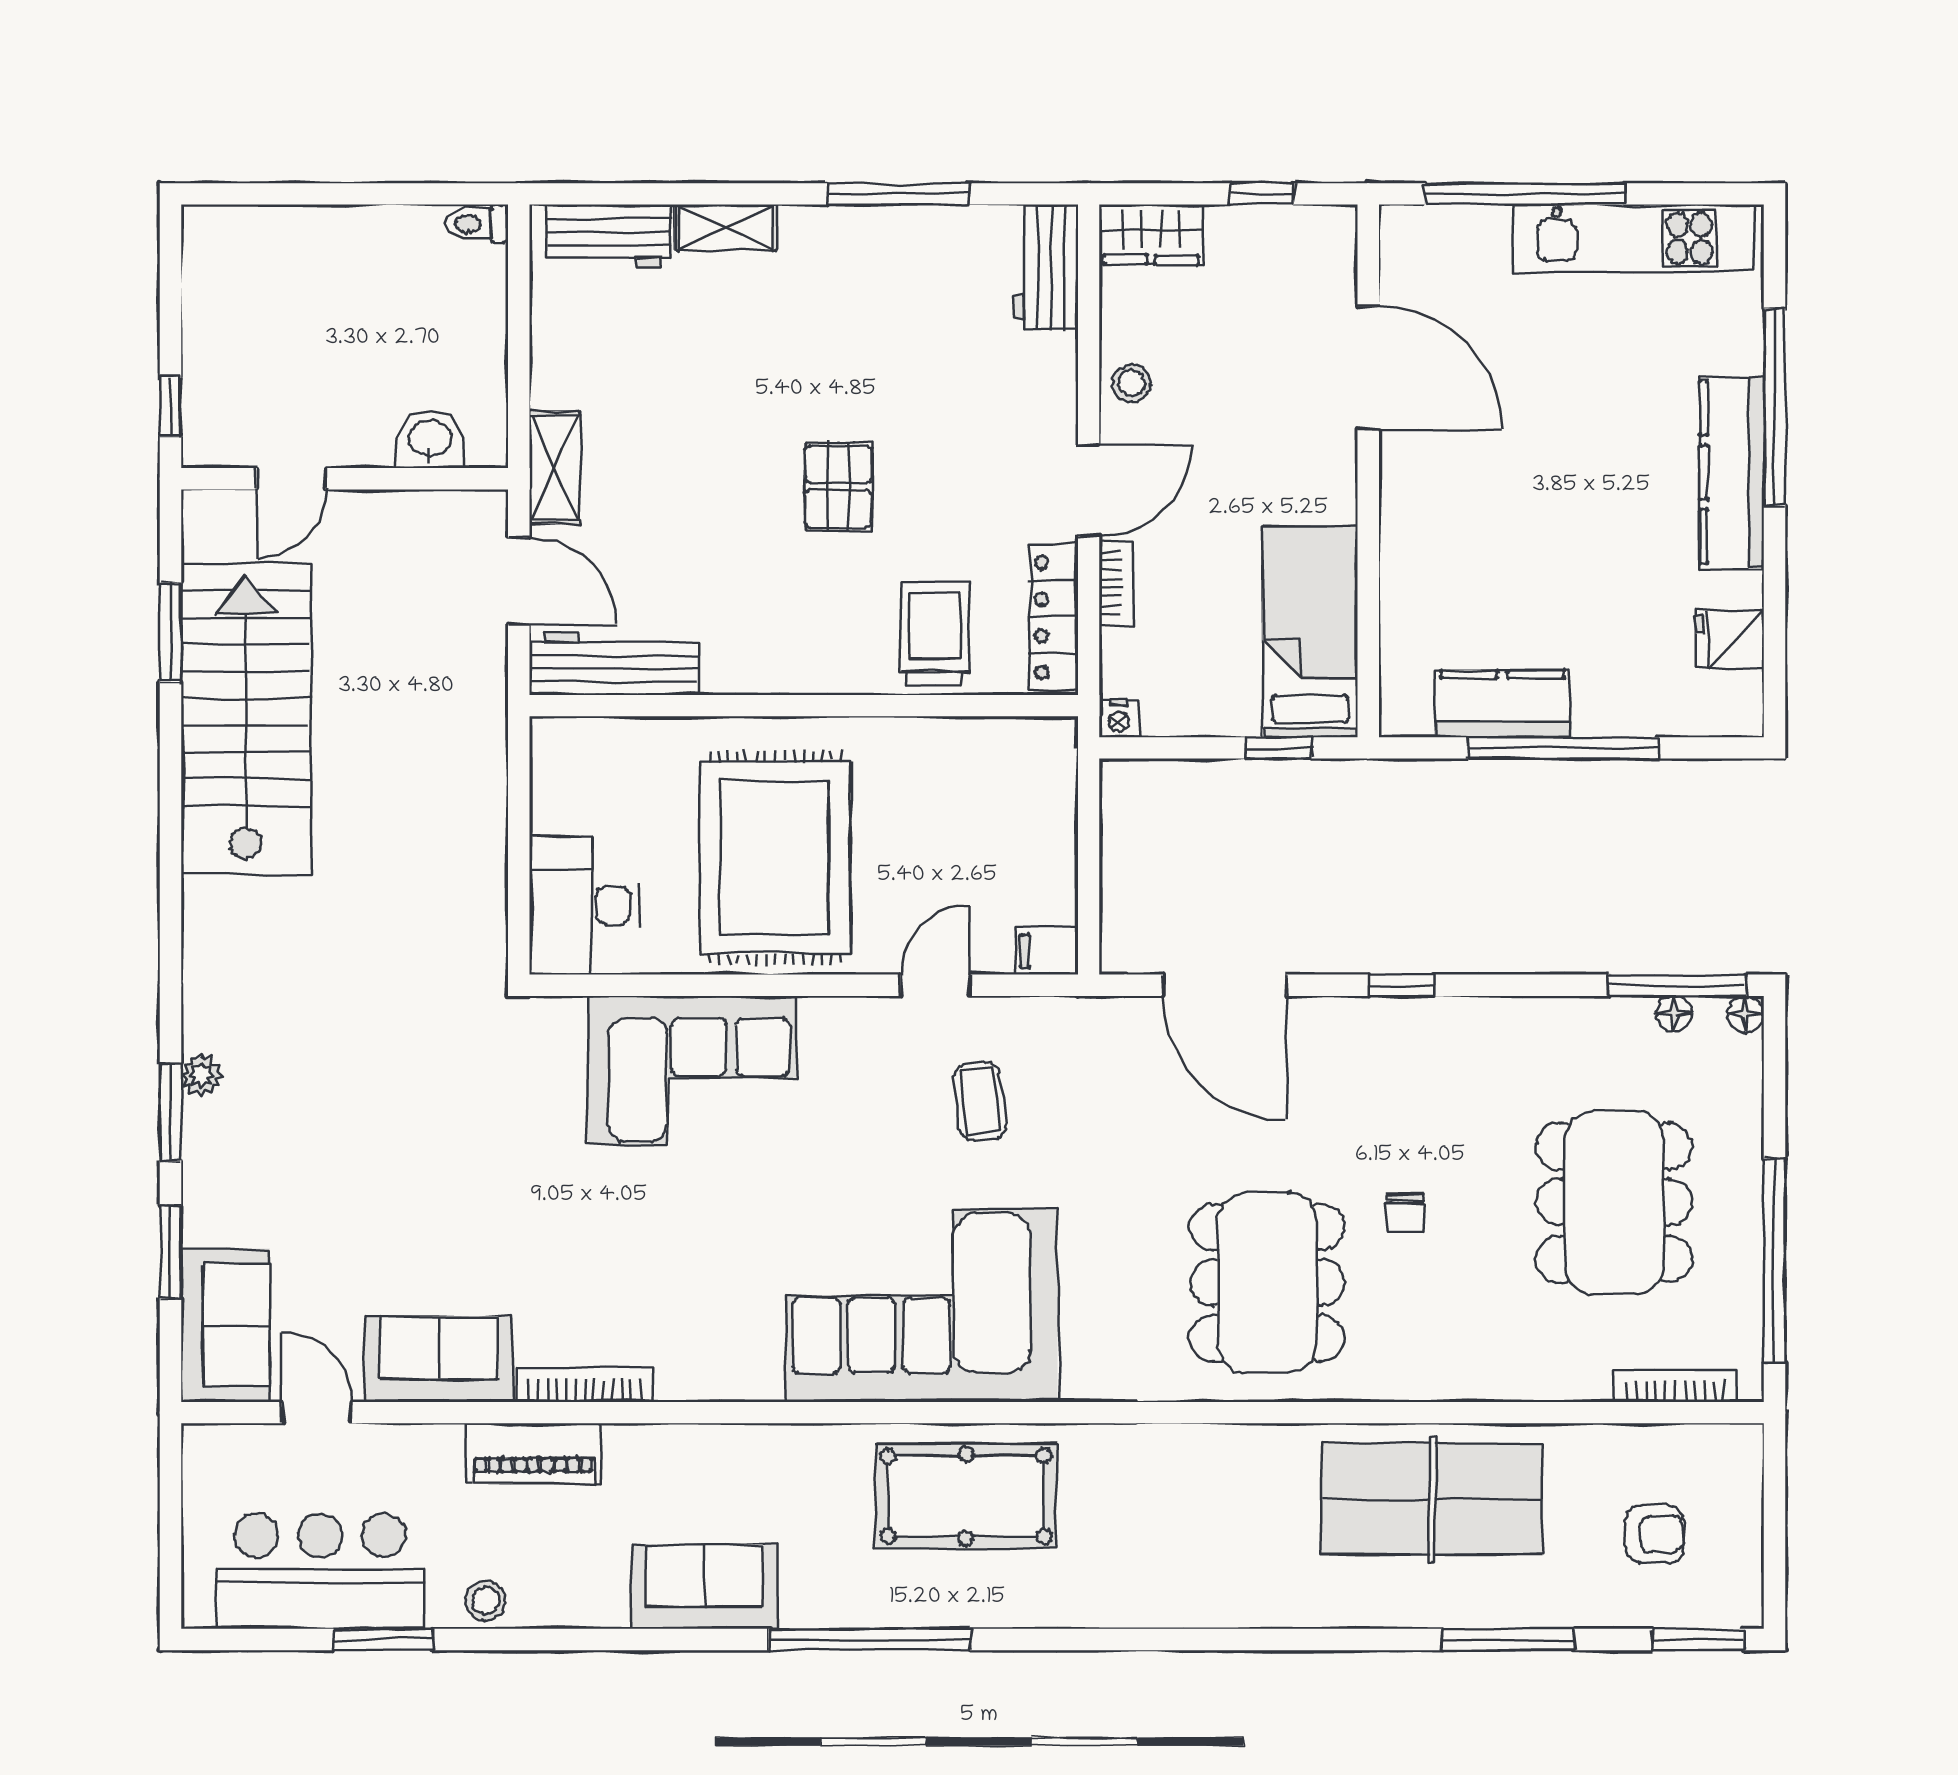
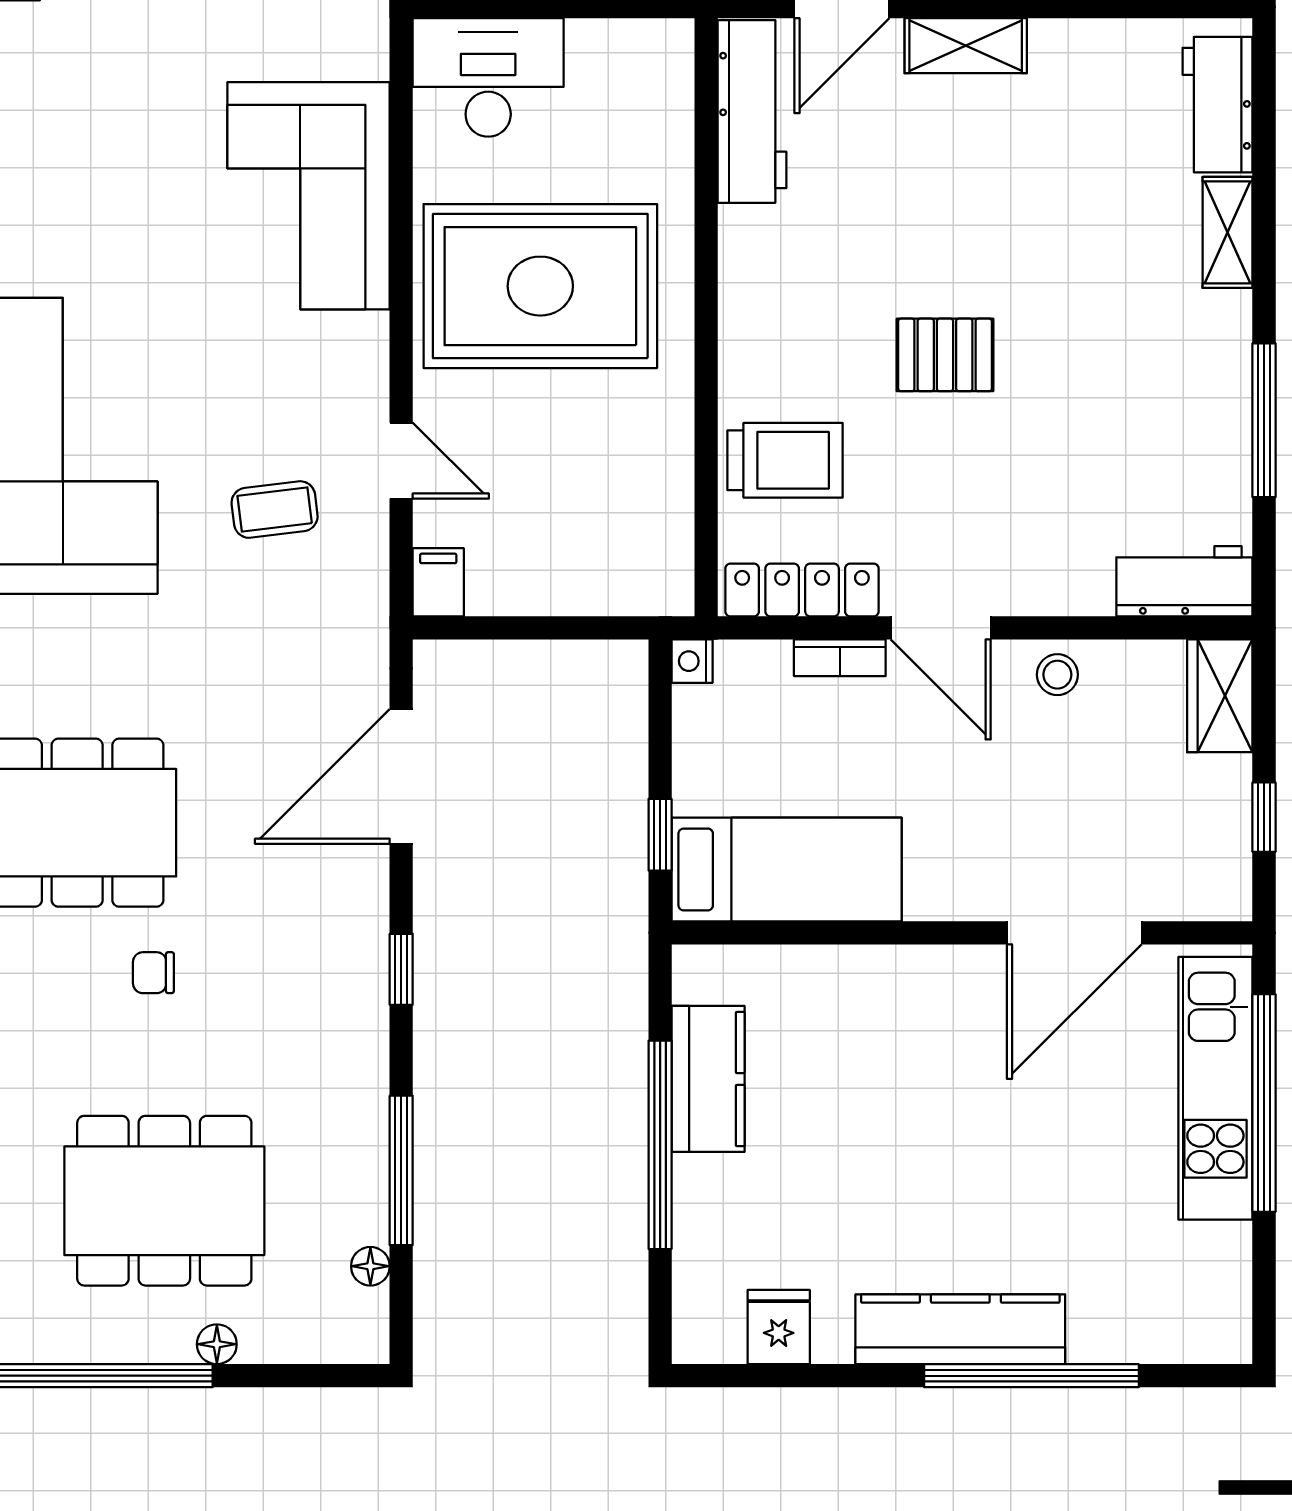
kitchen unit: (1634, 238) -> (1215, 1088), moved
window: (1677, 985) -> (401, 1170), moved
floor lamp: (1746, 1014) -> (217, 1344), moved

